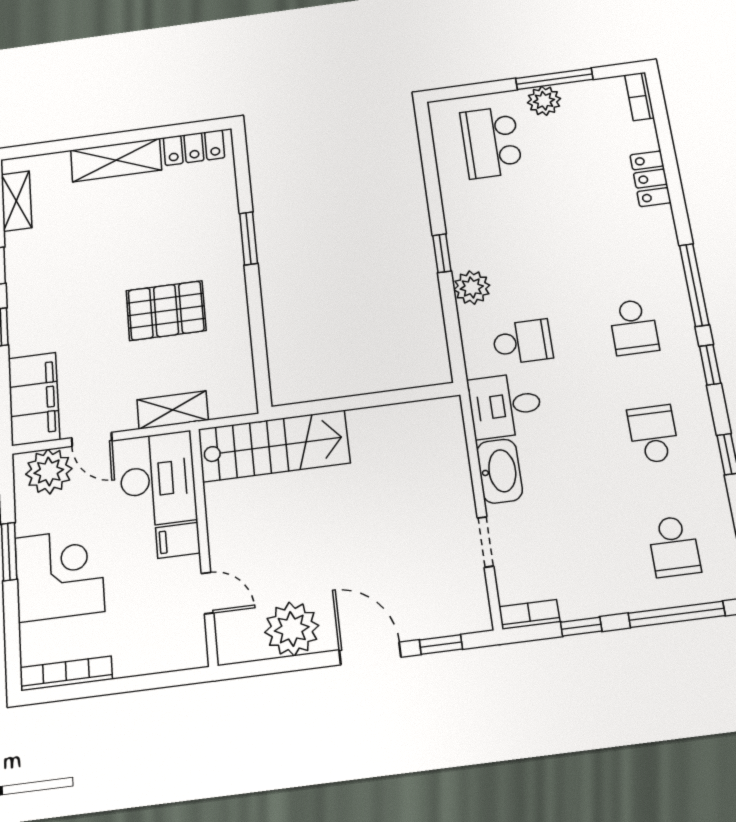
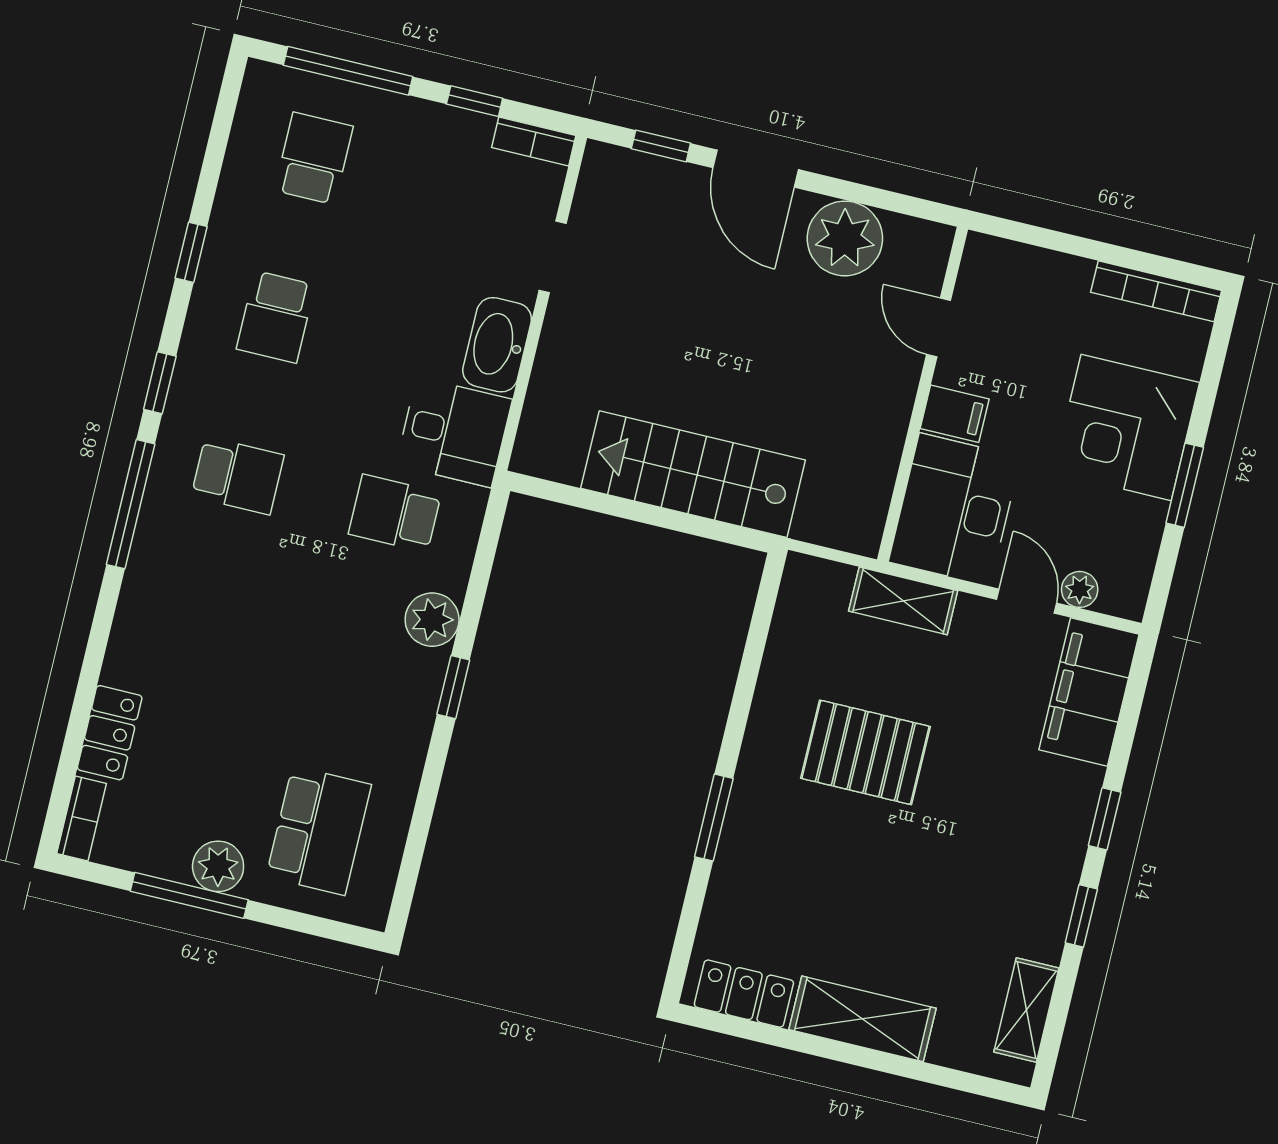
locker: (650, 179) -> (110, 733), moved
school desk: (634, 327) -> (238, 476), turned 90
stairs: (274, 446) -> (693, 474), moved
plant: (49, 471) -> (1080, 589), width x0.53, depth x0.53

